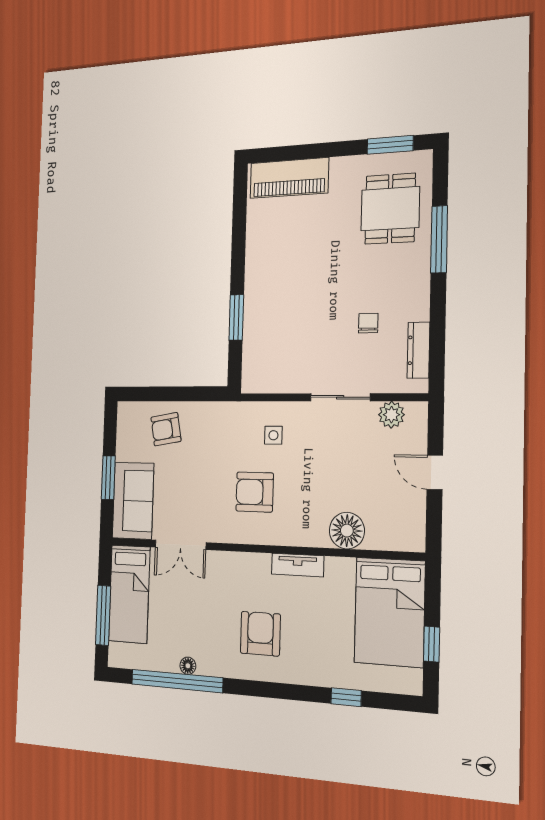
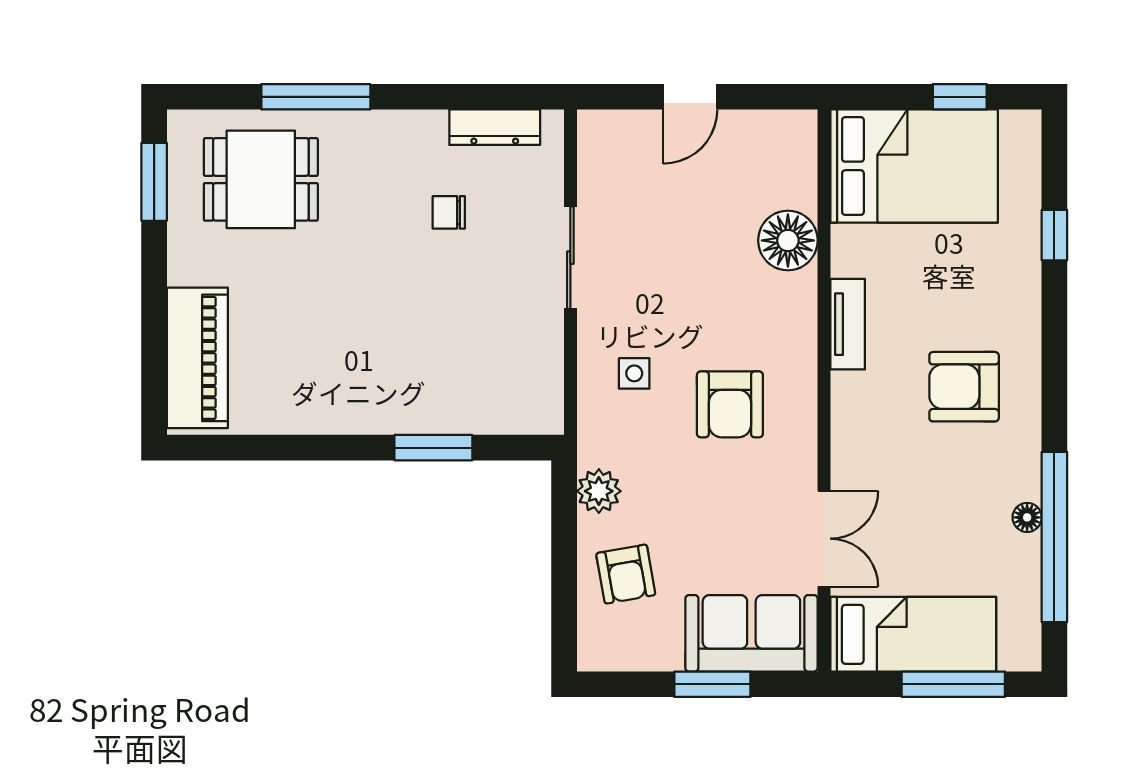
plant: (391, 415) -> (599, 491), moved

